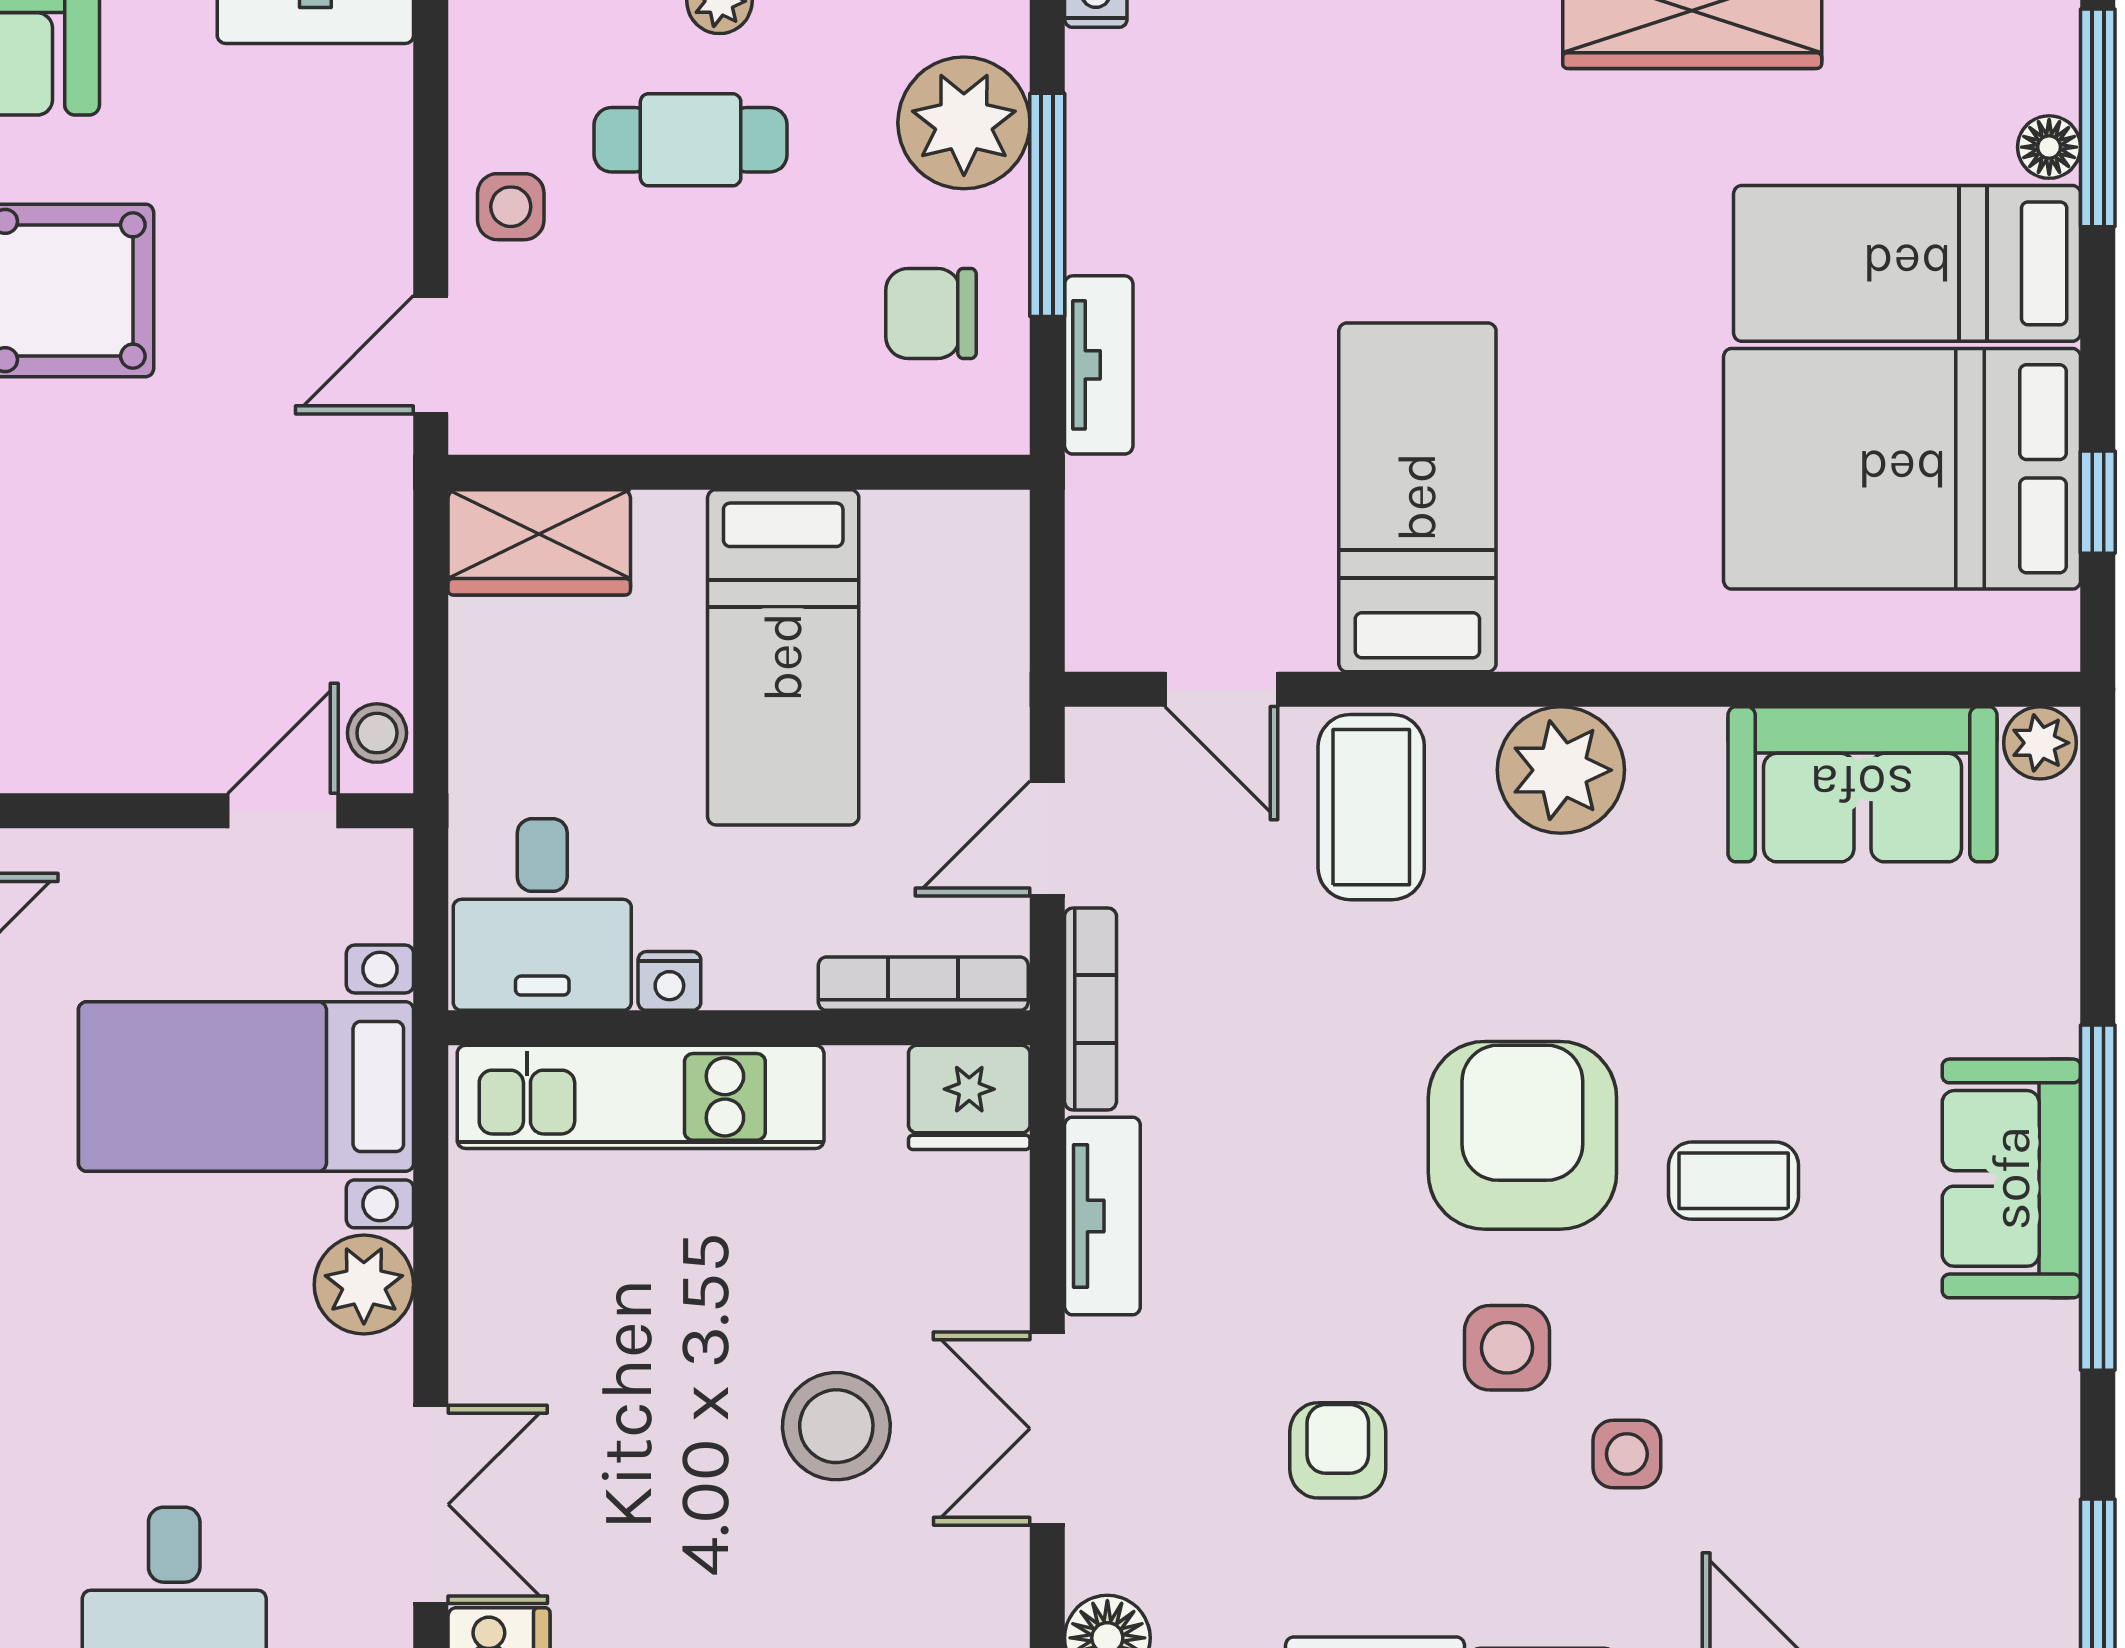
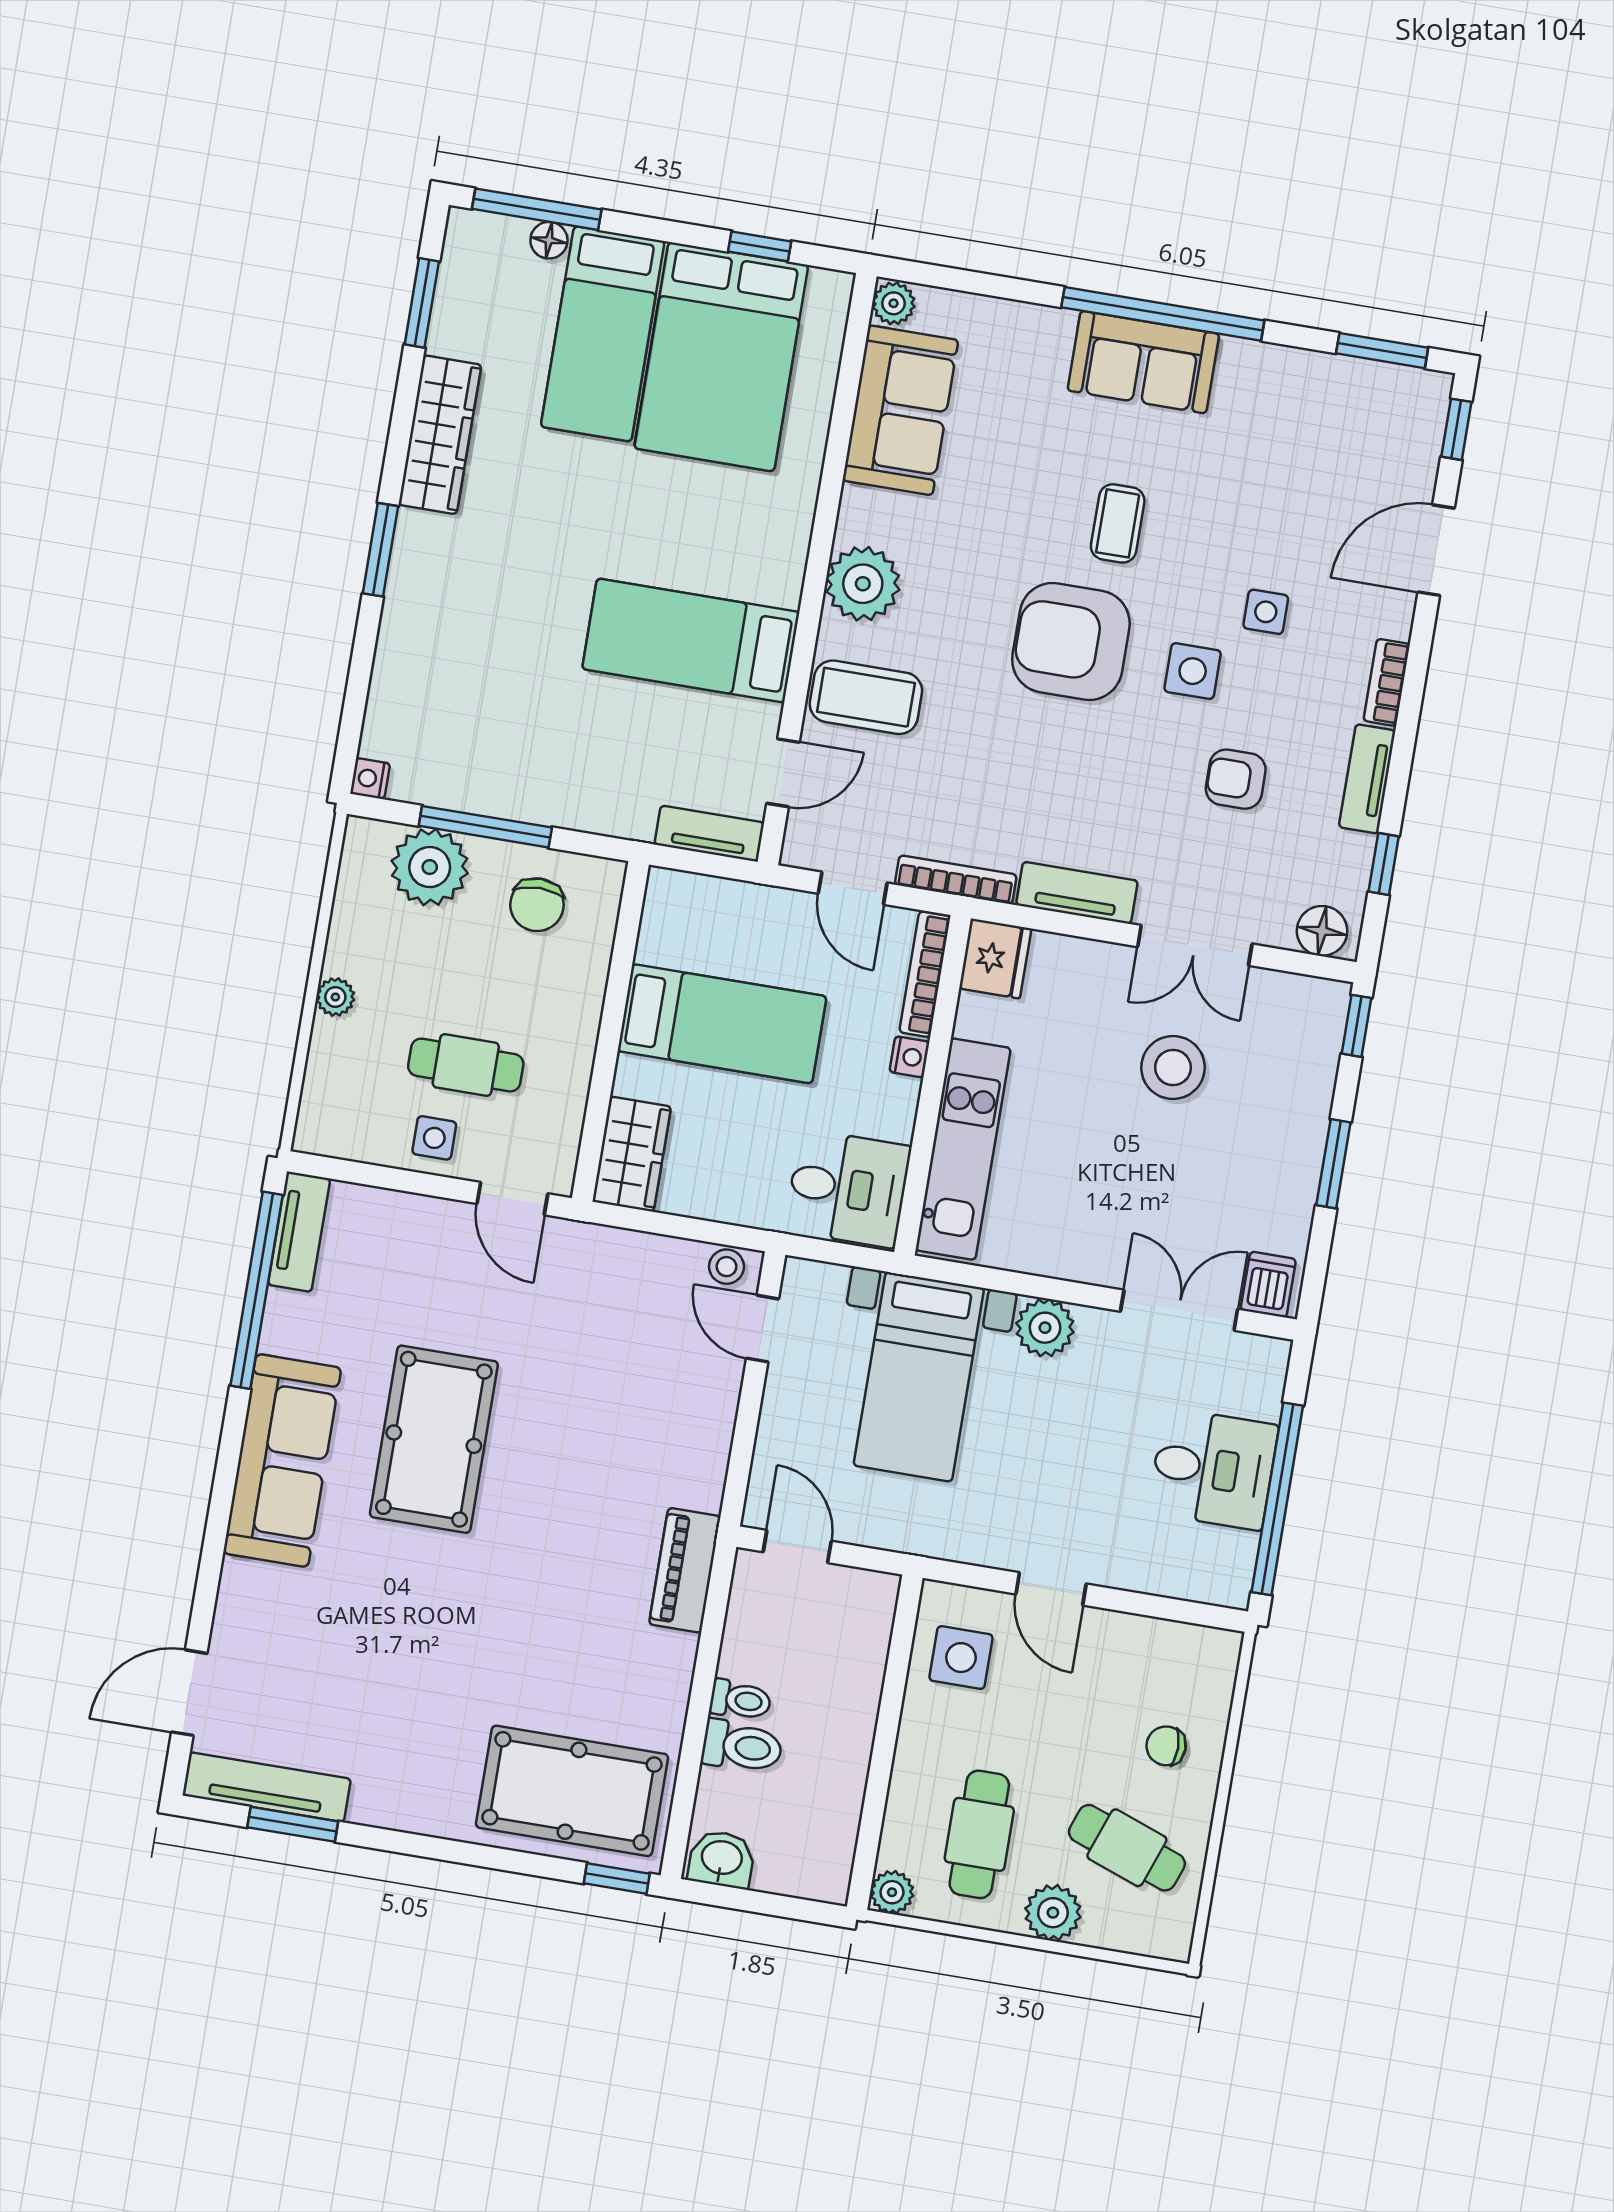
cafe table: (691, 140) -> (466, 1065), moved, turned 90
tv unit: (1099, 365) -> (709, 834), moved
nightstand: (669, 981) -> (909, 1057), moved

